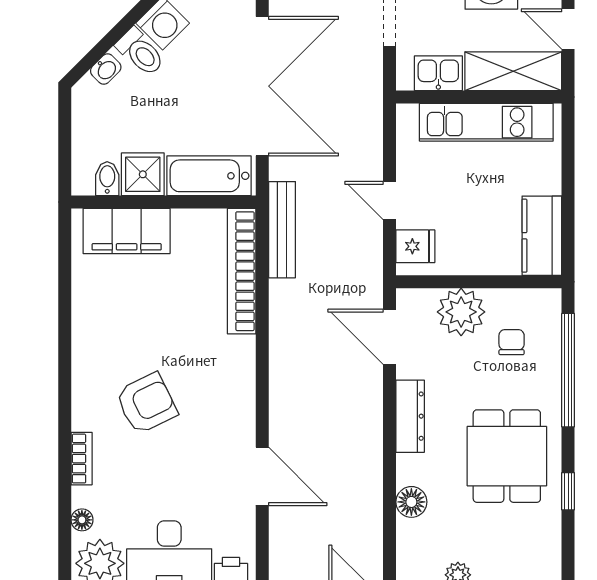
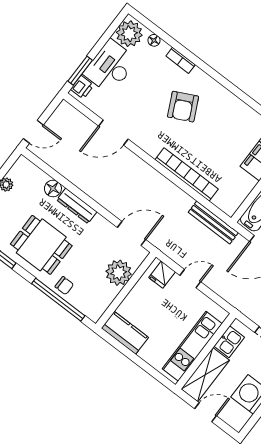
bookcase: (242, 271) -> (187, 174), moved
chair: (512, 342) -> (64, 286), moved
dresser: (410, 416) -> (77, 206), moved

